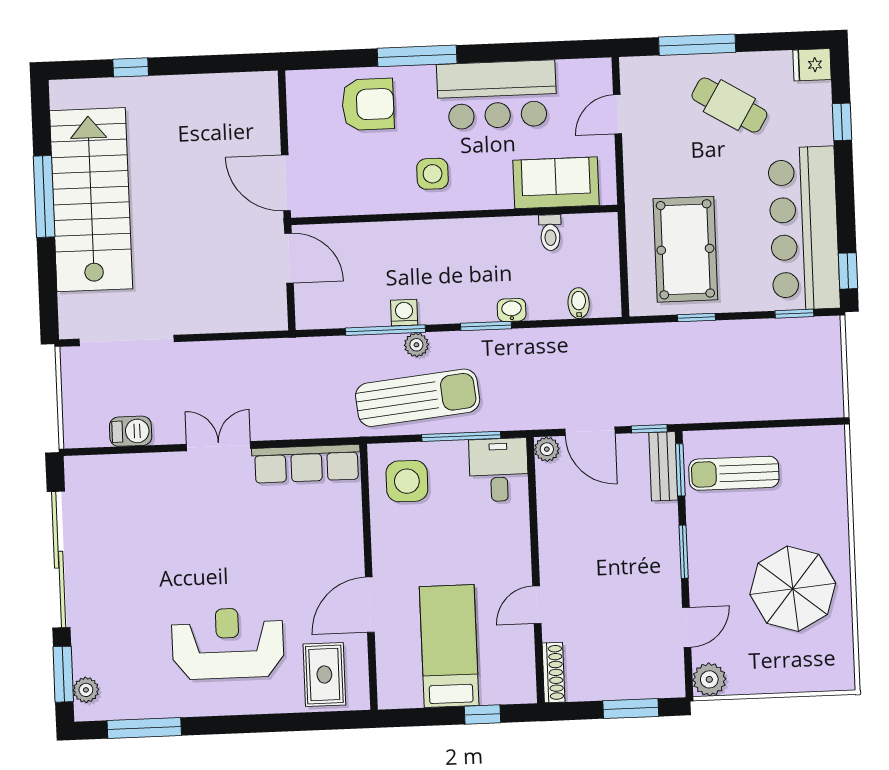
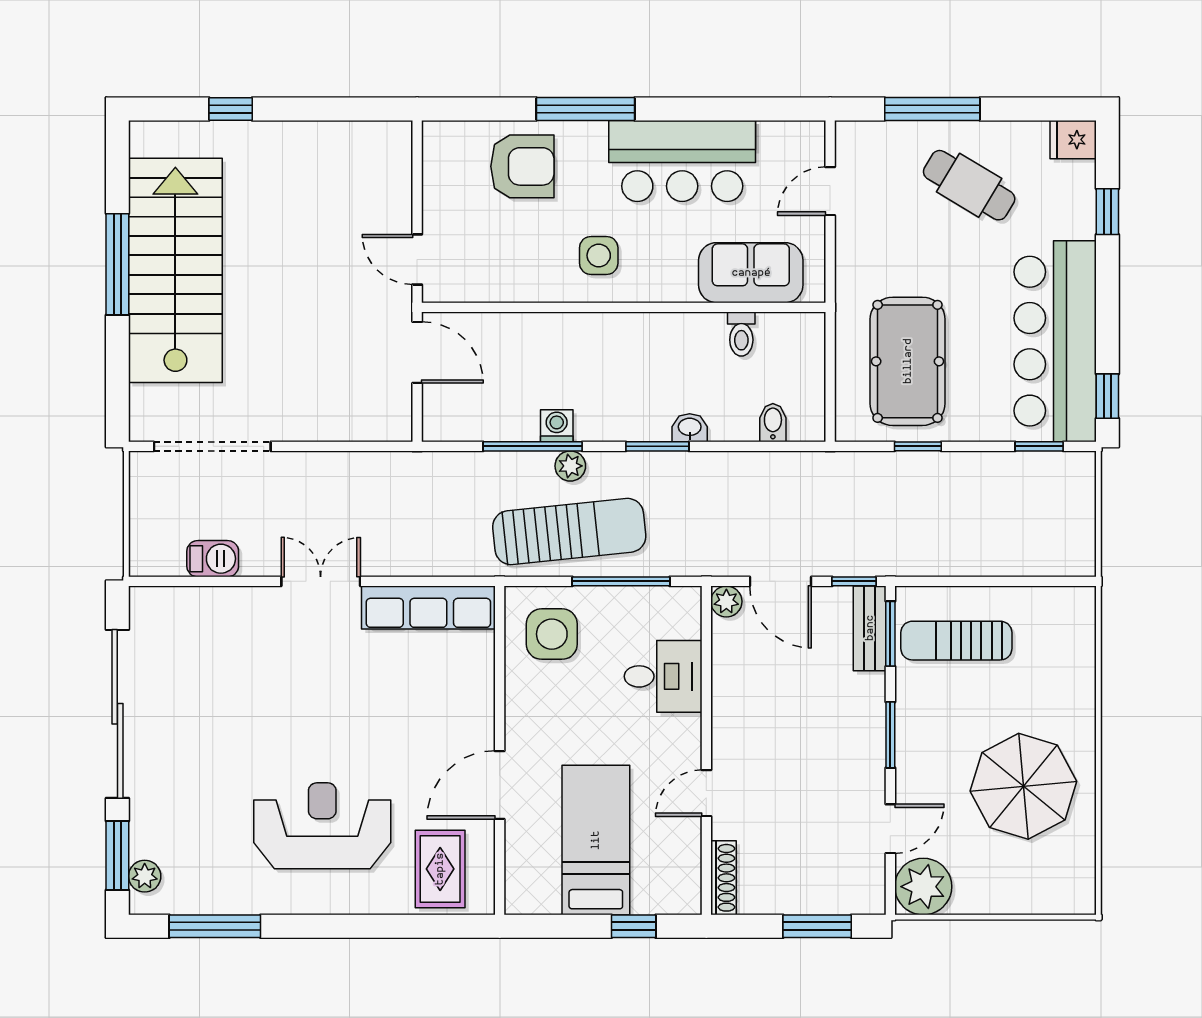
door: (286, 183) -> (417, 259), width x0.73
desk: (499, 470) -> (663, 676), moved, turned 90
plant: (709, 679) -> (923, 887), width x1.36, depth x1.36

